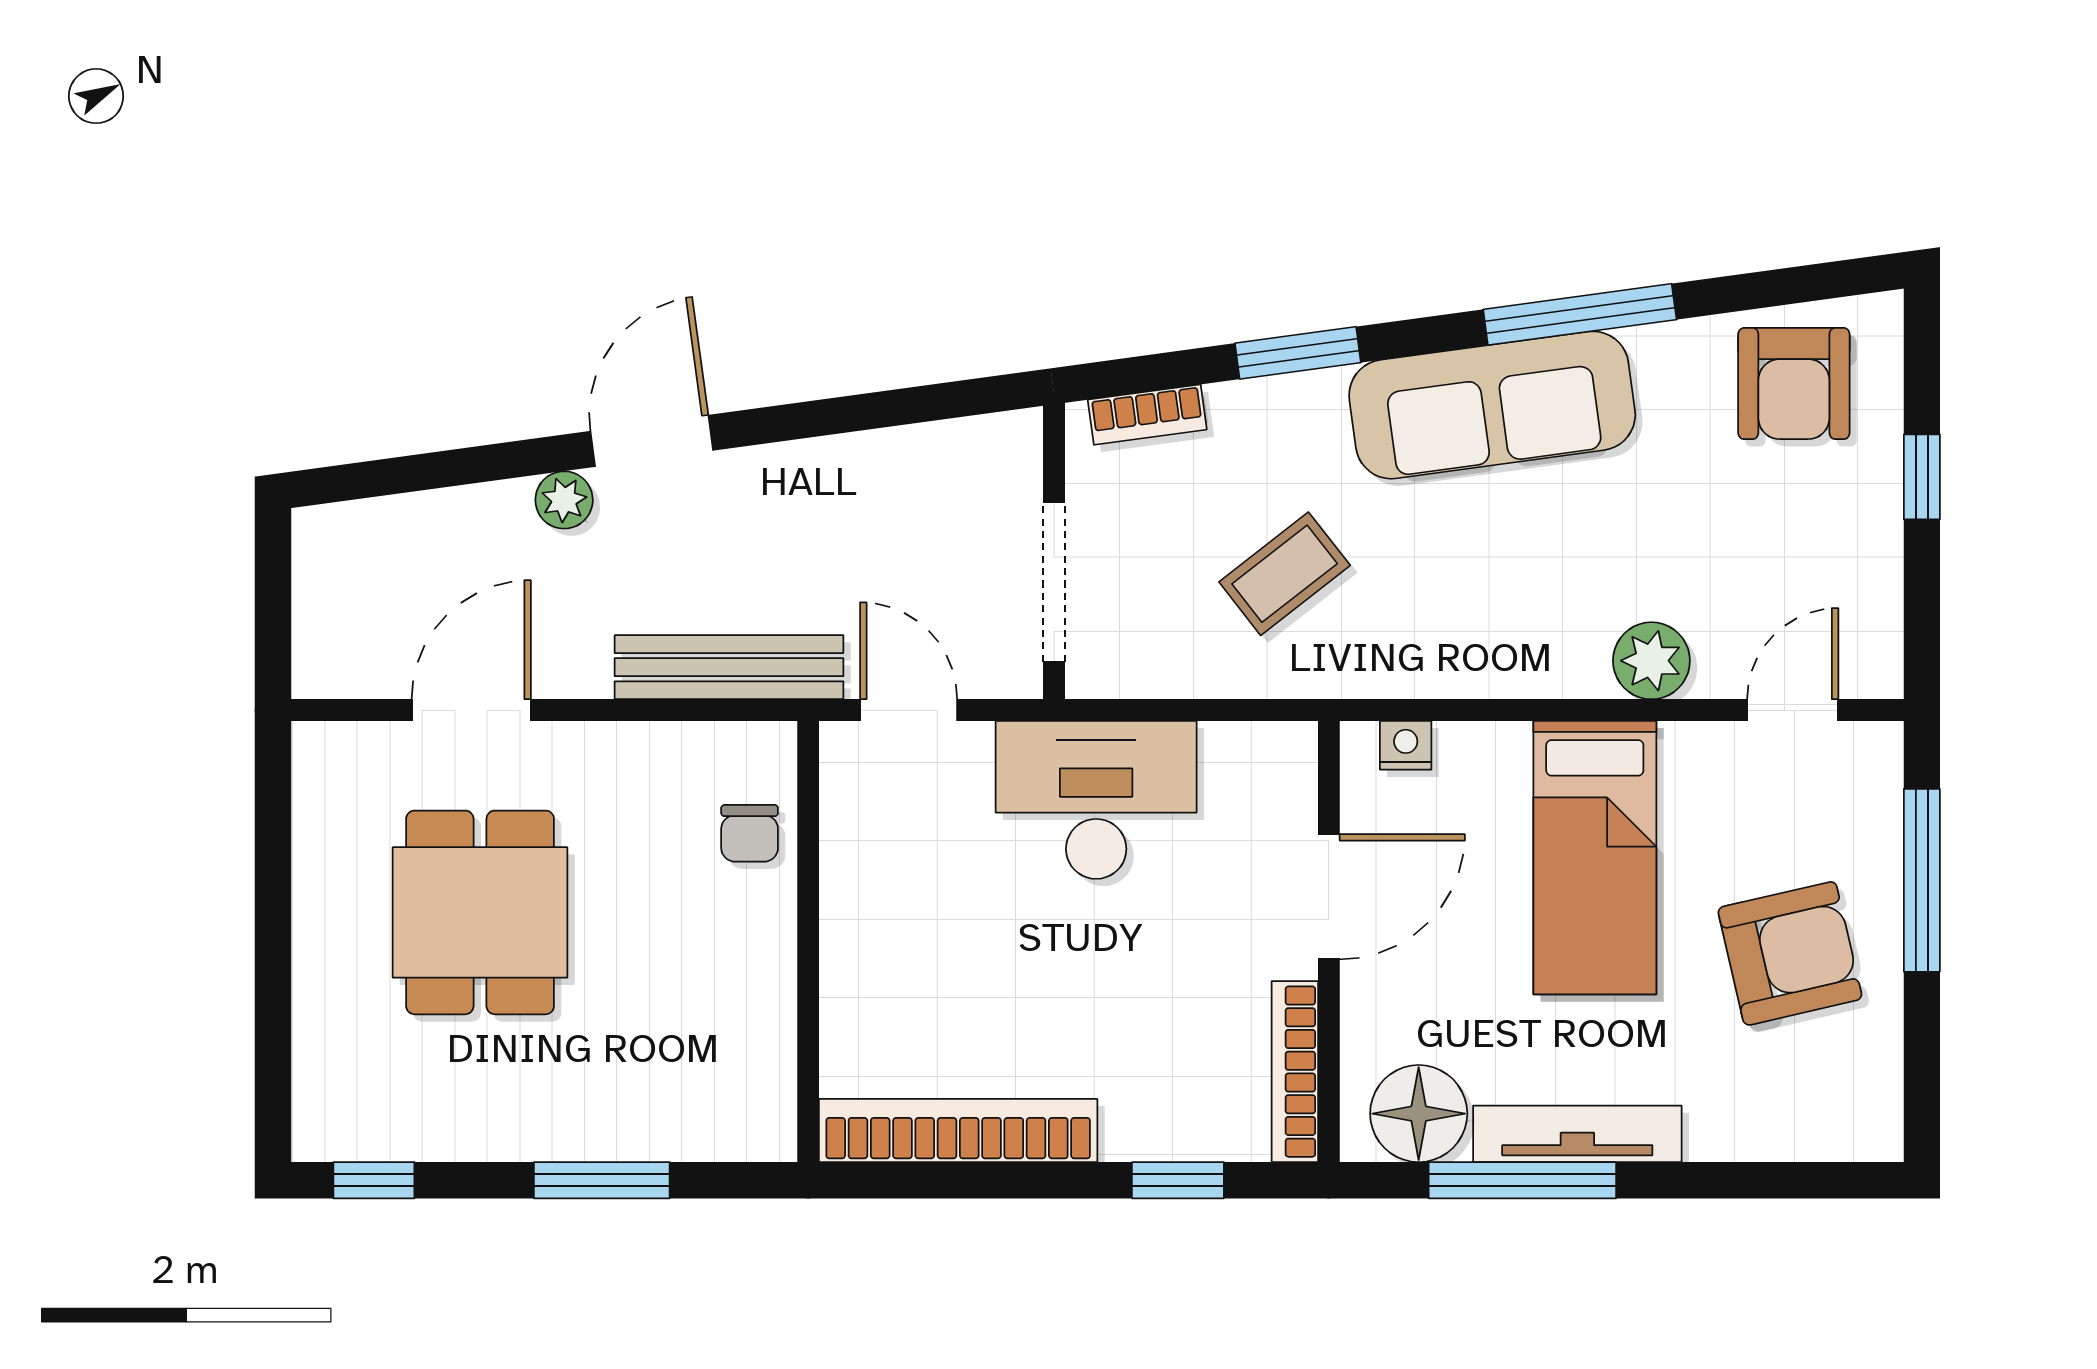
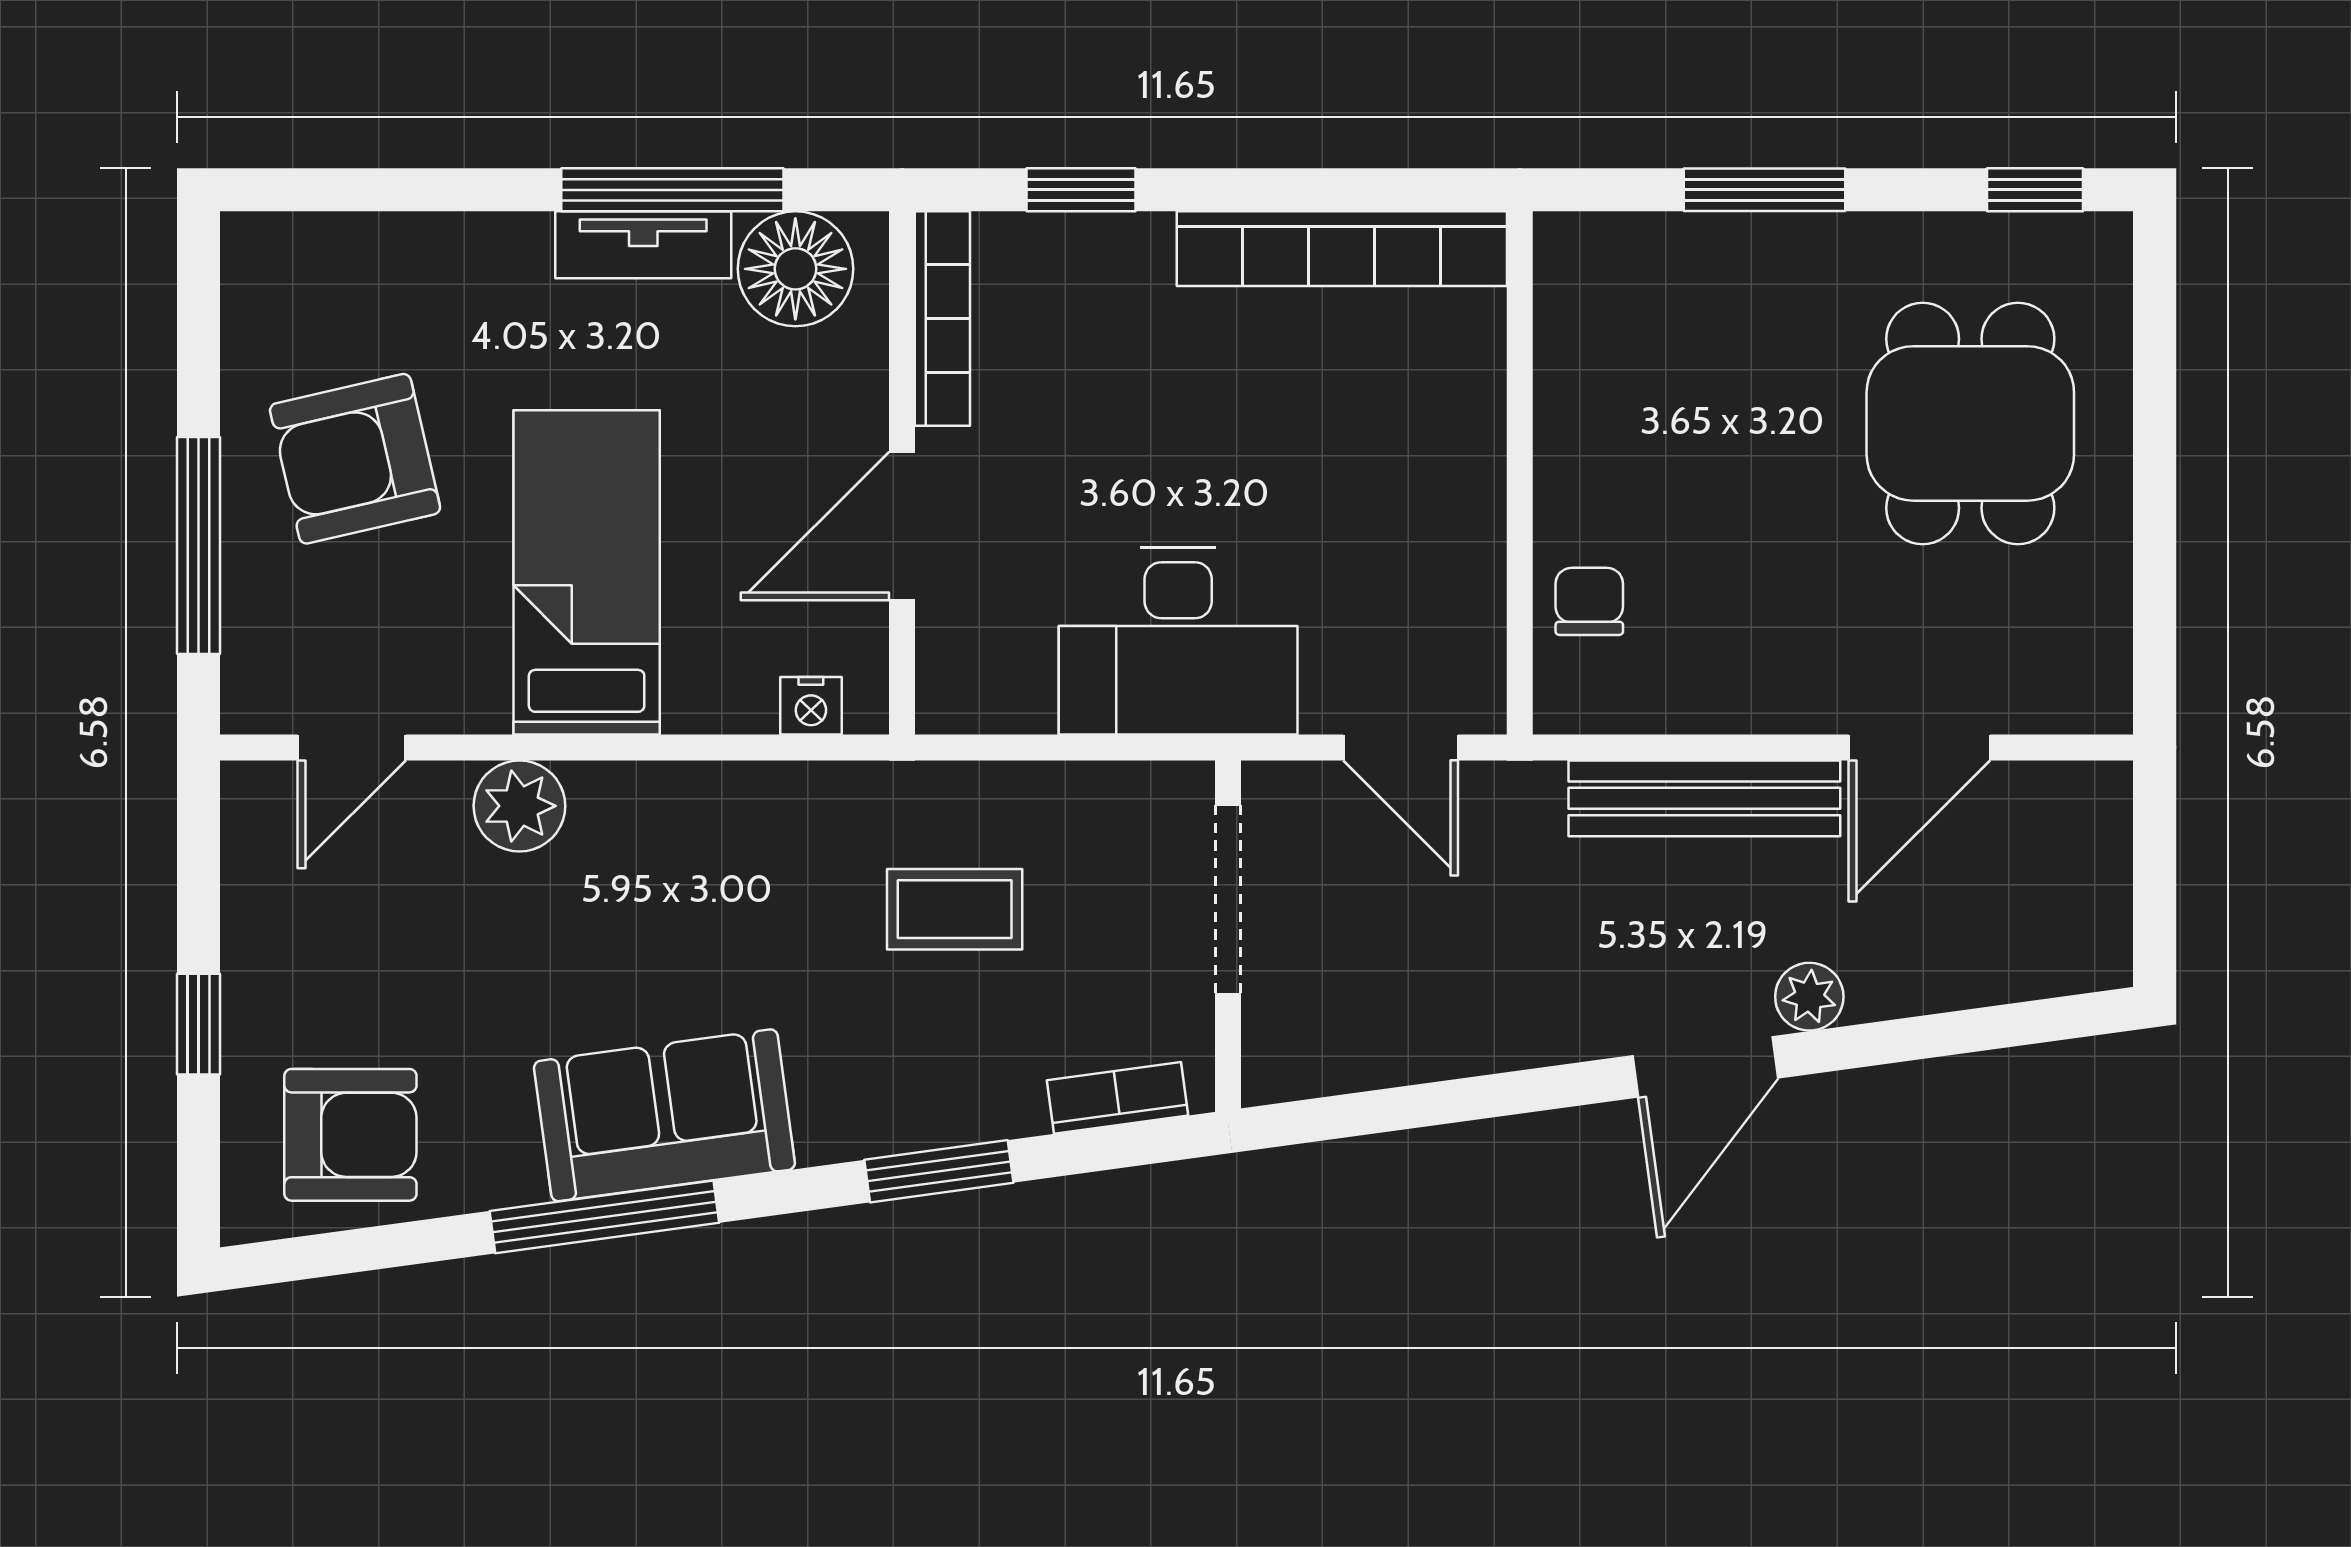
armchair: (1794, 384) -> (350, 1135), turned 90
sofa: (1492, 405) -> (664, 1115), width x0.73
coffee table: (1285, 574) -> (955, 909), turned 38
bench: (729, 667) -> (1704, 798), moved
dining table: (480, 912) -> (1970, 423), moved
tv unit: (1577, 1134) -> (643, 245), width x0.71

